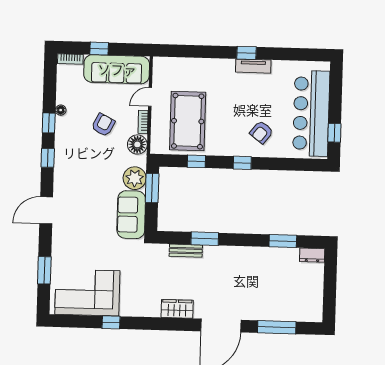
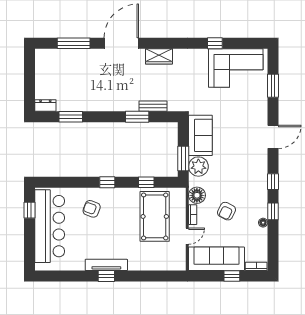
tv unit: (253, 66) -> (106, 265), width x1.41
armchair: (261, 132) -> (92, 209), turned -108

